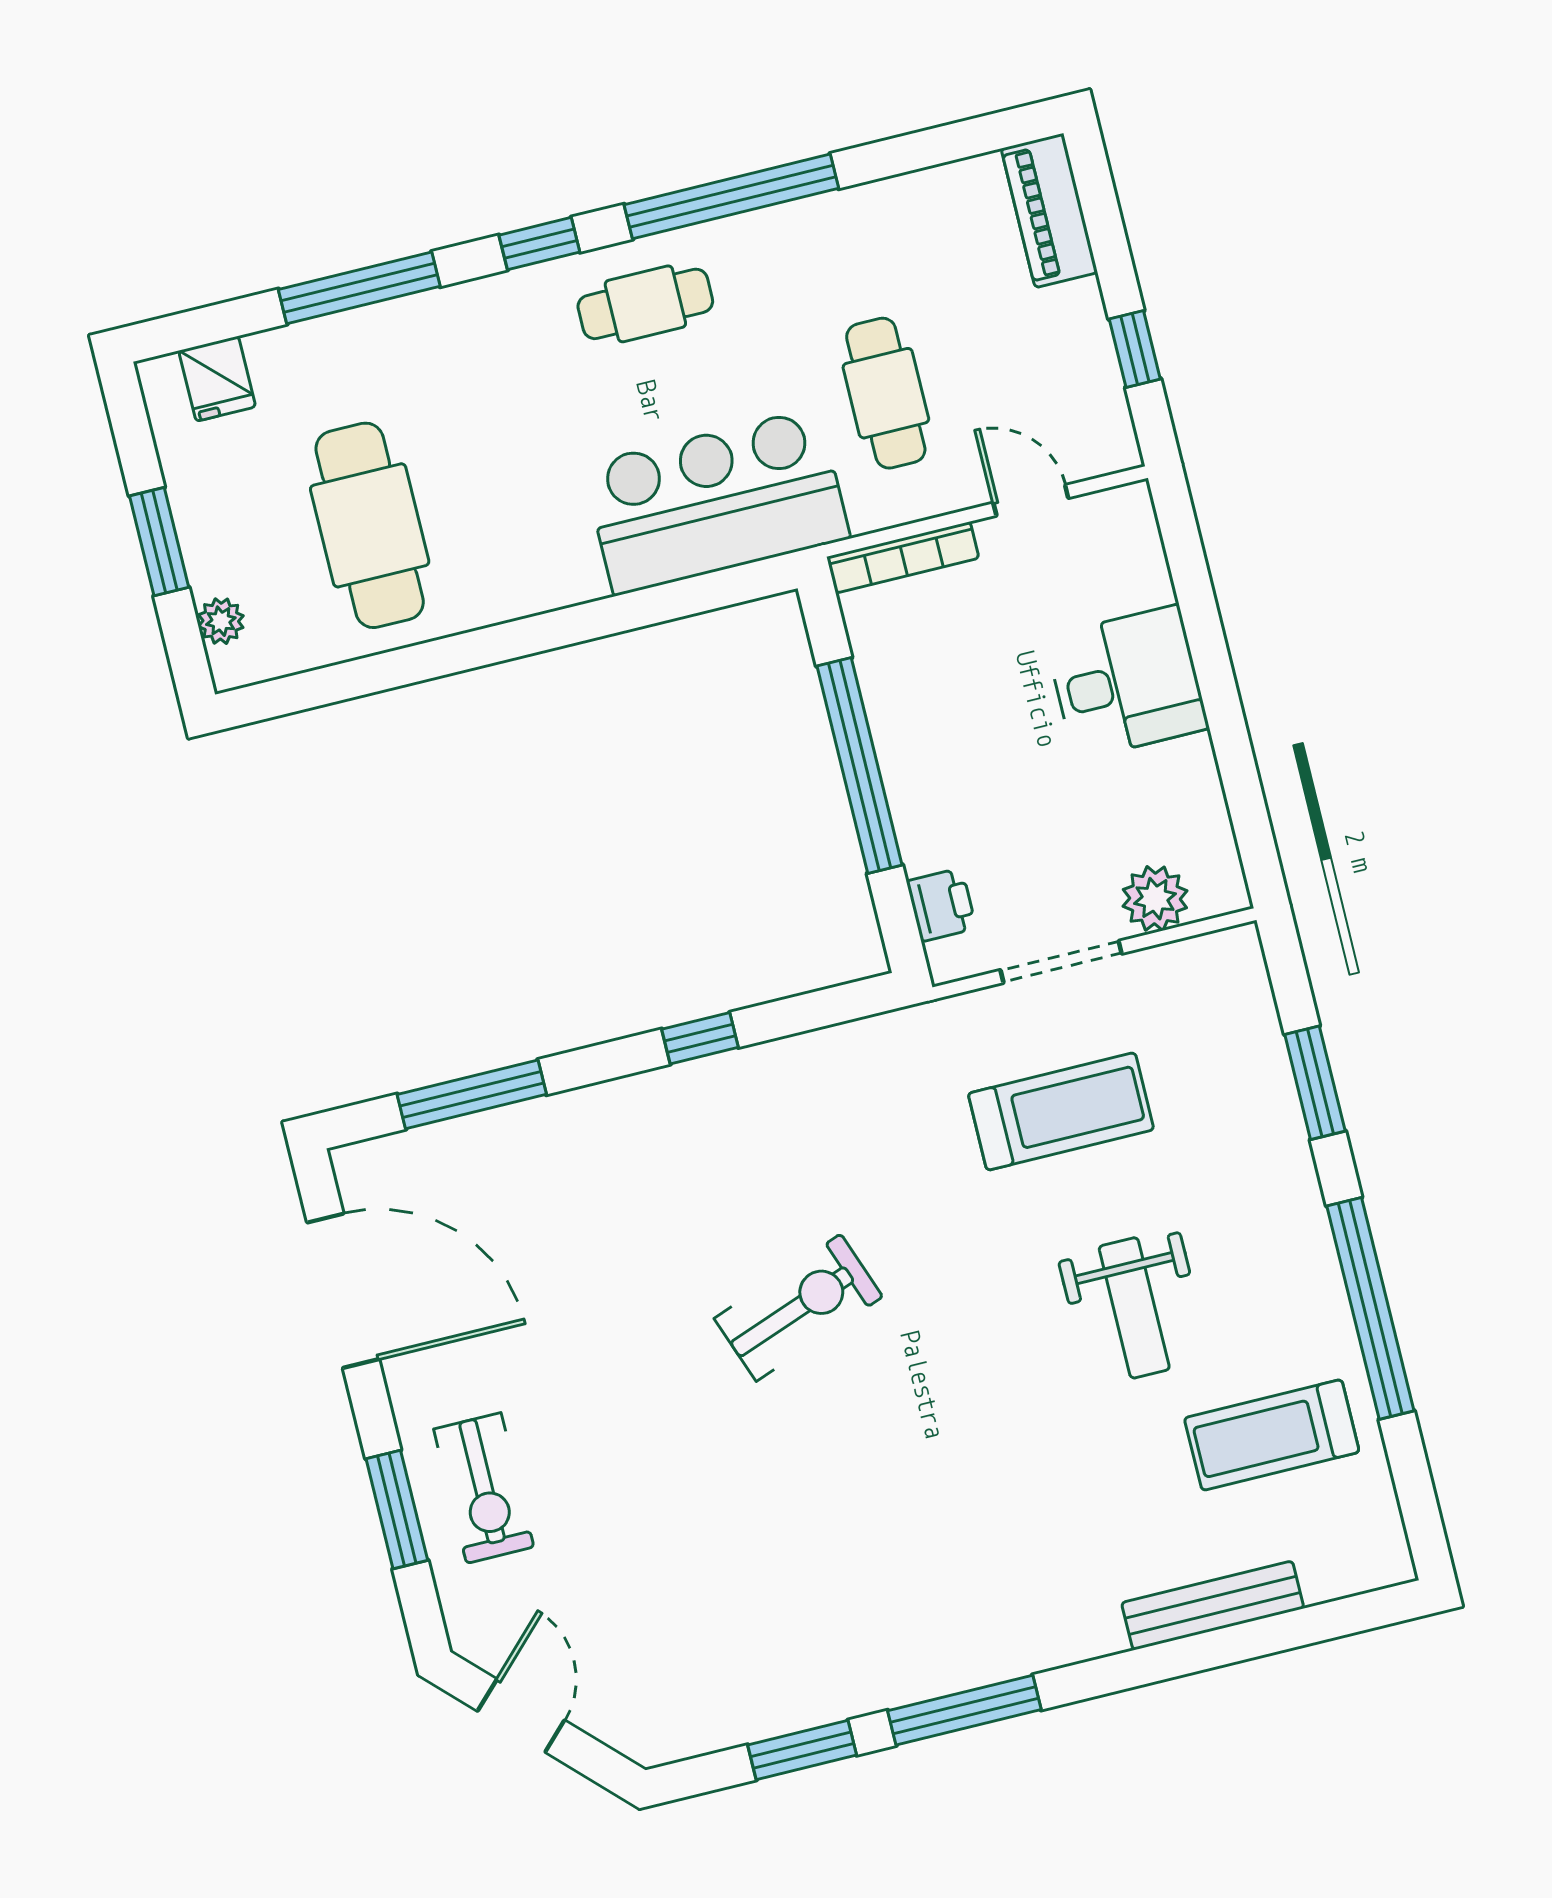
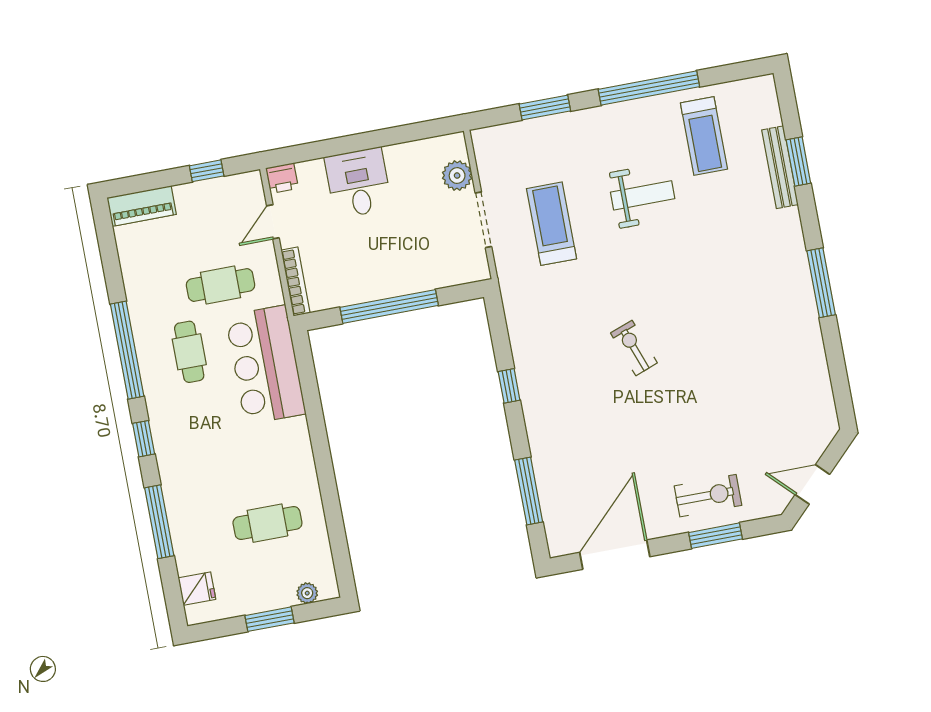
cafe table: (645, 304) -> (189, 352), moved
cafe table: (370, 525) -> (267, 523), width x0.73, depth x0.74
printer: (941, 905) -> (282, 178), moved, turned 180
exercise bike: (799, 1308) -> (634, 348), width x0.73, depth x0.72
window: (802, 1750) -> (798, 161), moved

